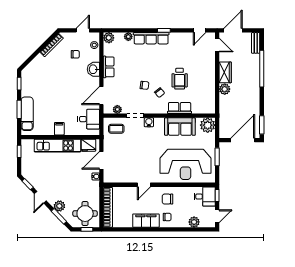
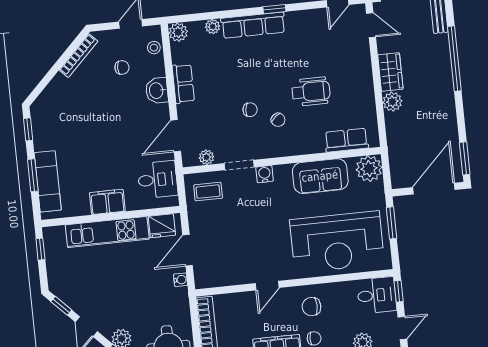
wheelchair: (180, 79) -> (311, 92), turned -90
row of seats: (180, 108) -> (346, 140), moved
filing cabinet: (59, 129) -> (107, 202), width x2.00

